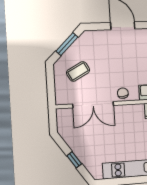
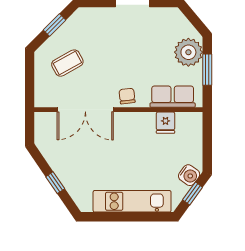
window: (67, 44) -> (54, 25), width x0.67

